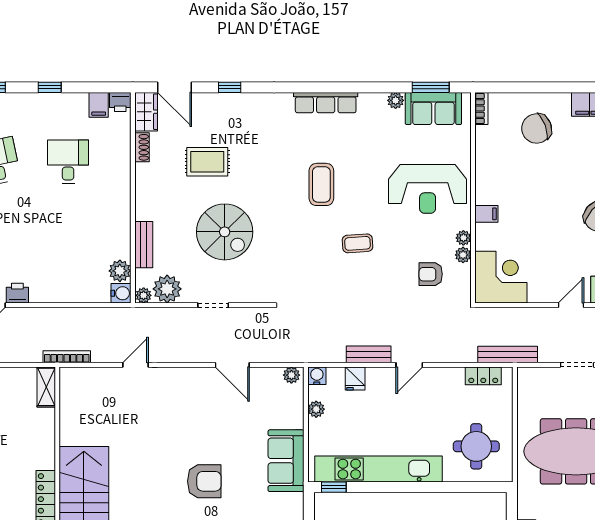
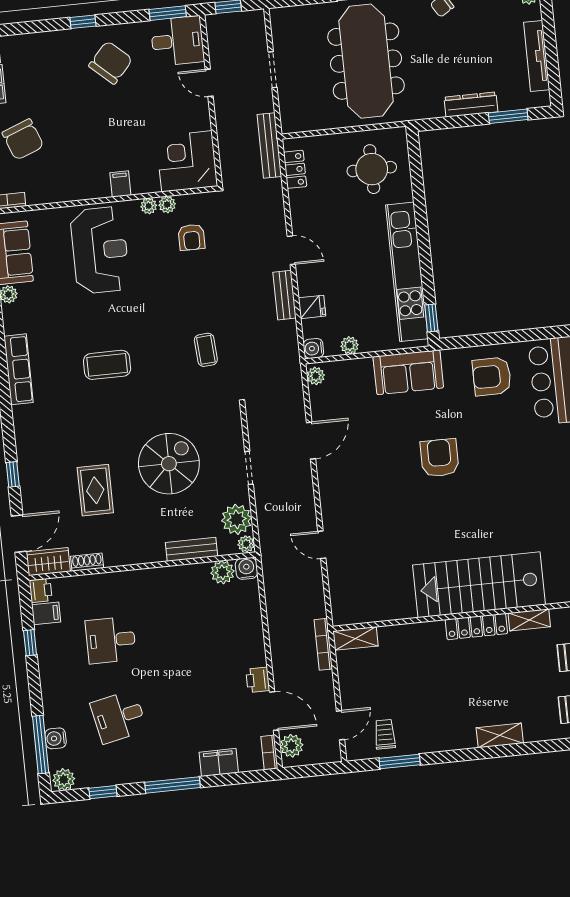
window: (50, 87) -> (30, 643), moved
coffee table: (357, 243) -> (206, 350), moved
bookcase: (67, 357) -> (323, 644), moved

